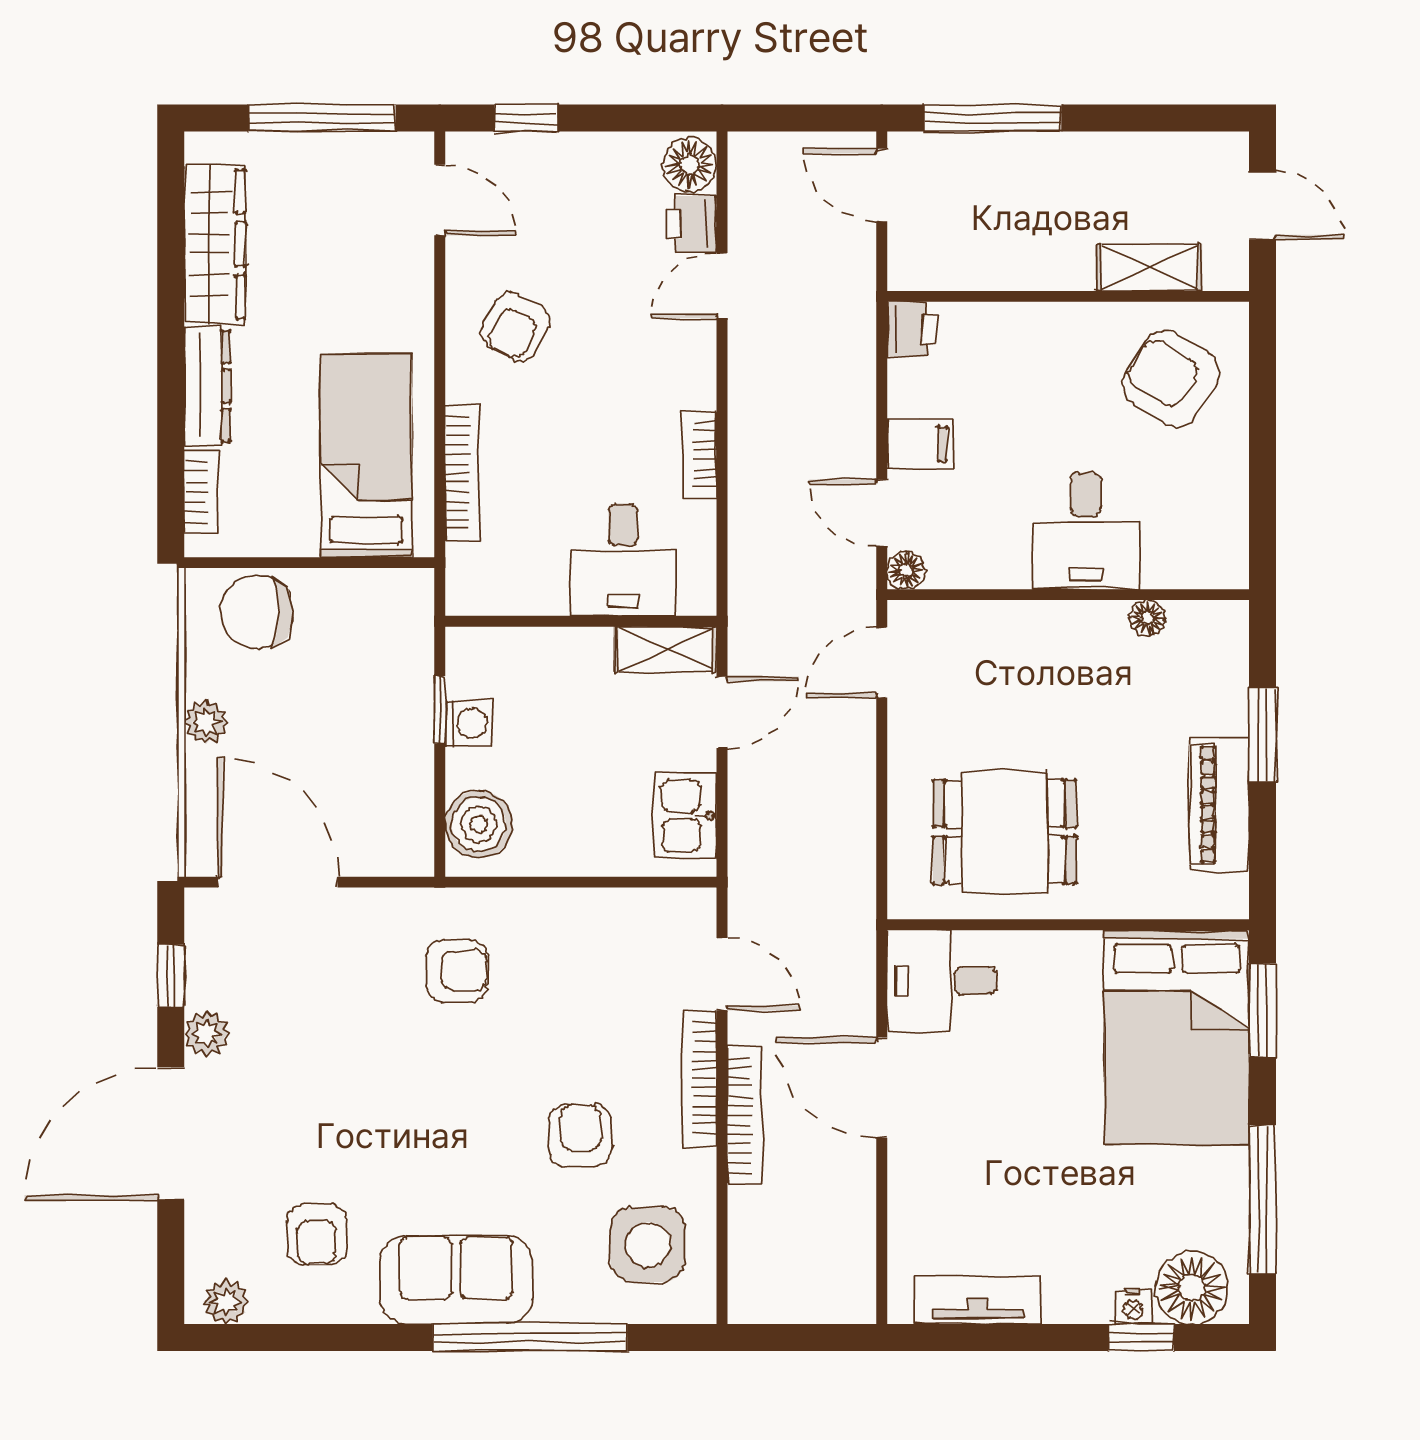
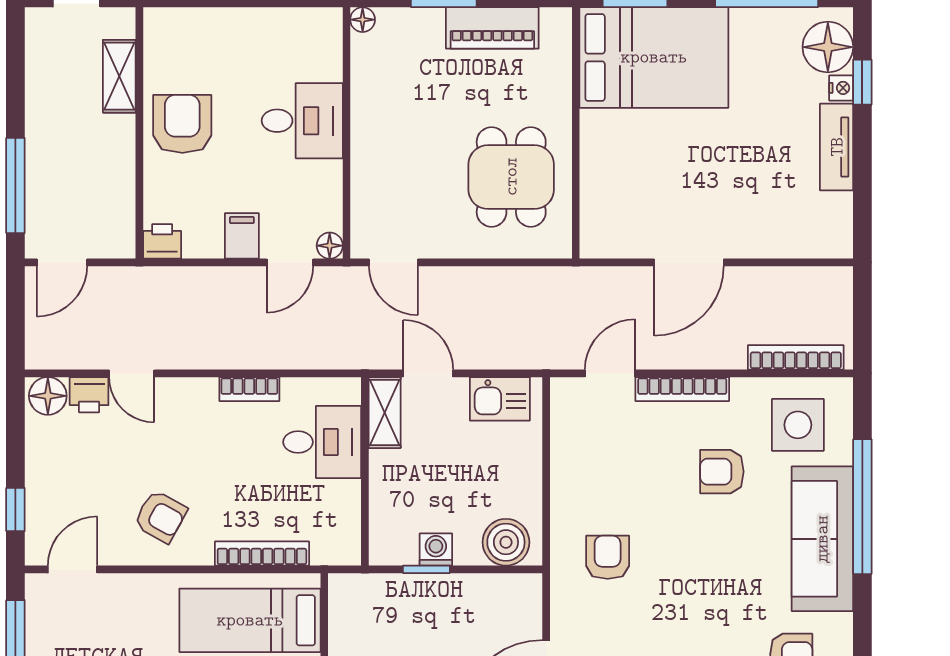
armchair: (1171, 378) -> (182, 124), moved, turned 147
floor lamp: (1147, 618) -> (363, 20), moved
desk: (942, 981) -> (615, 221), removed
bookcase: (745, 1116) -> (796, 357), moved
sofa: (456, 1280) -> (822, 539), width x1.36
tv unit: (978, 1300) -> (837, 147), moved

